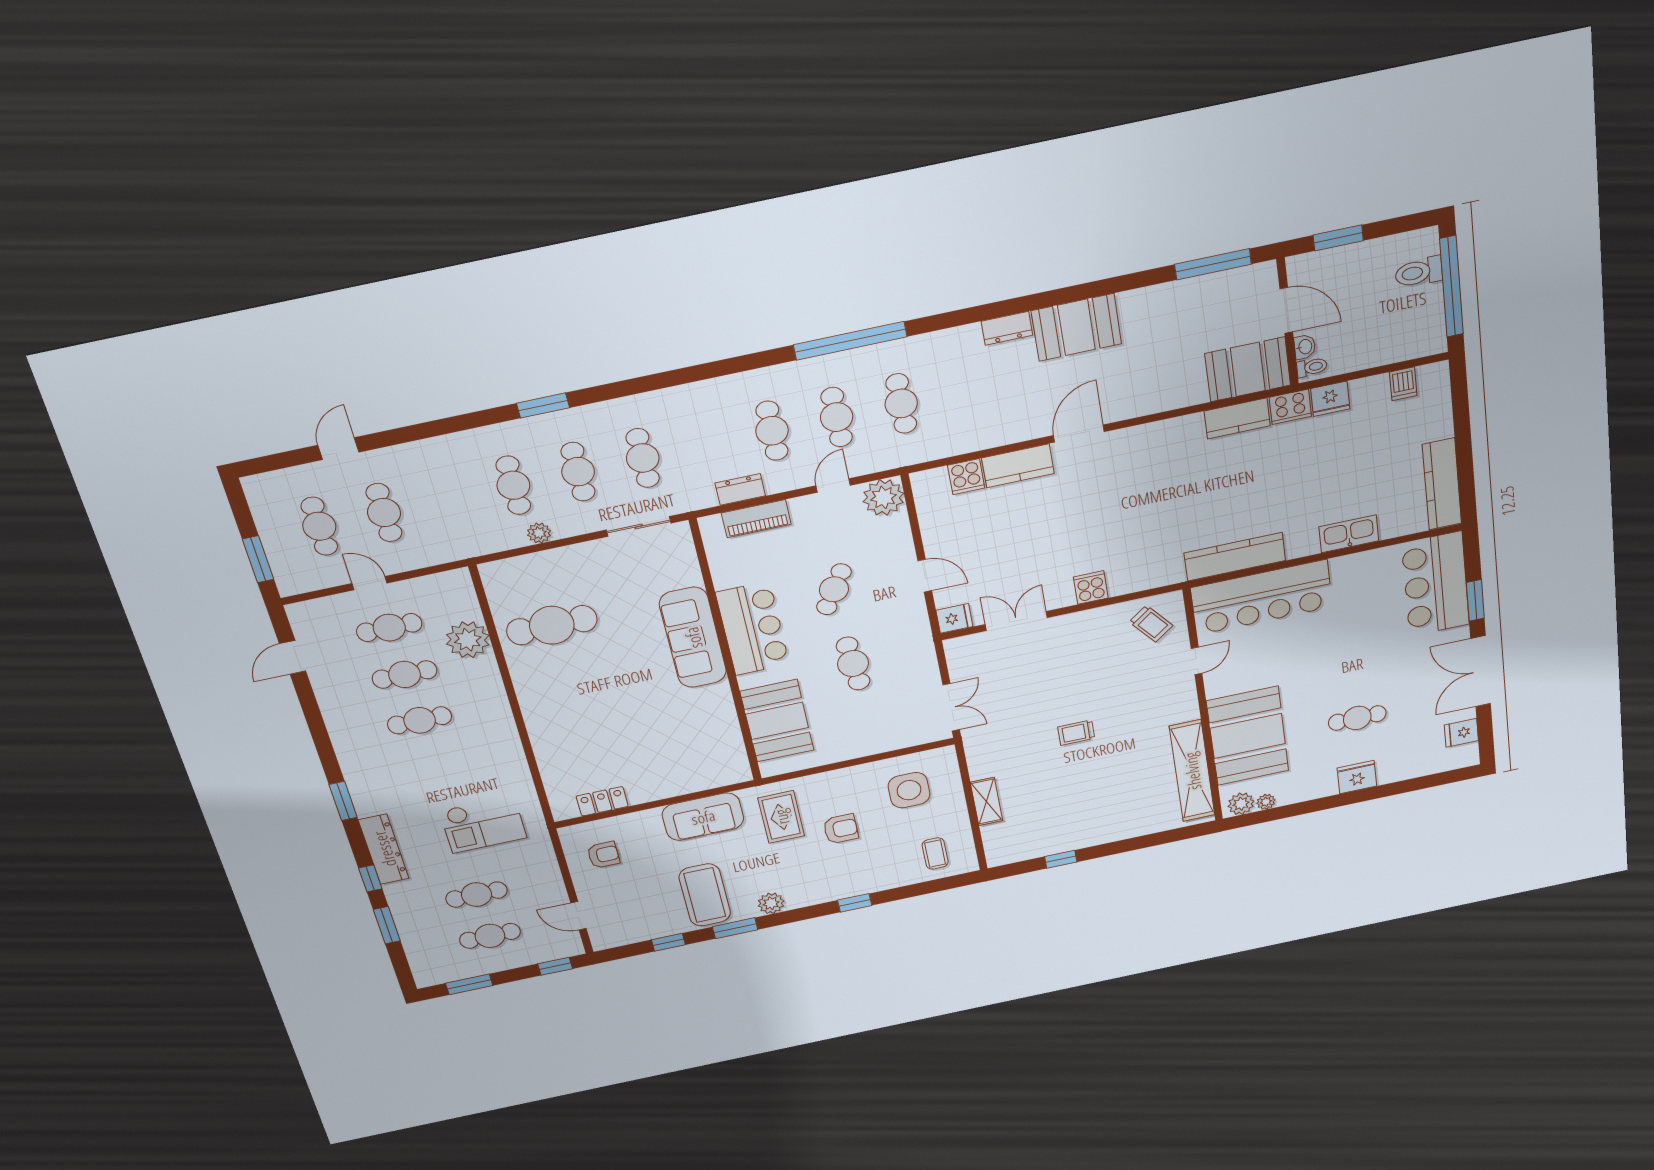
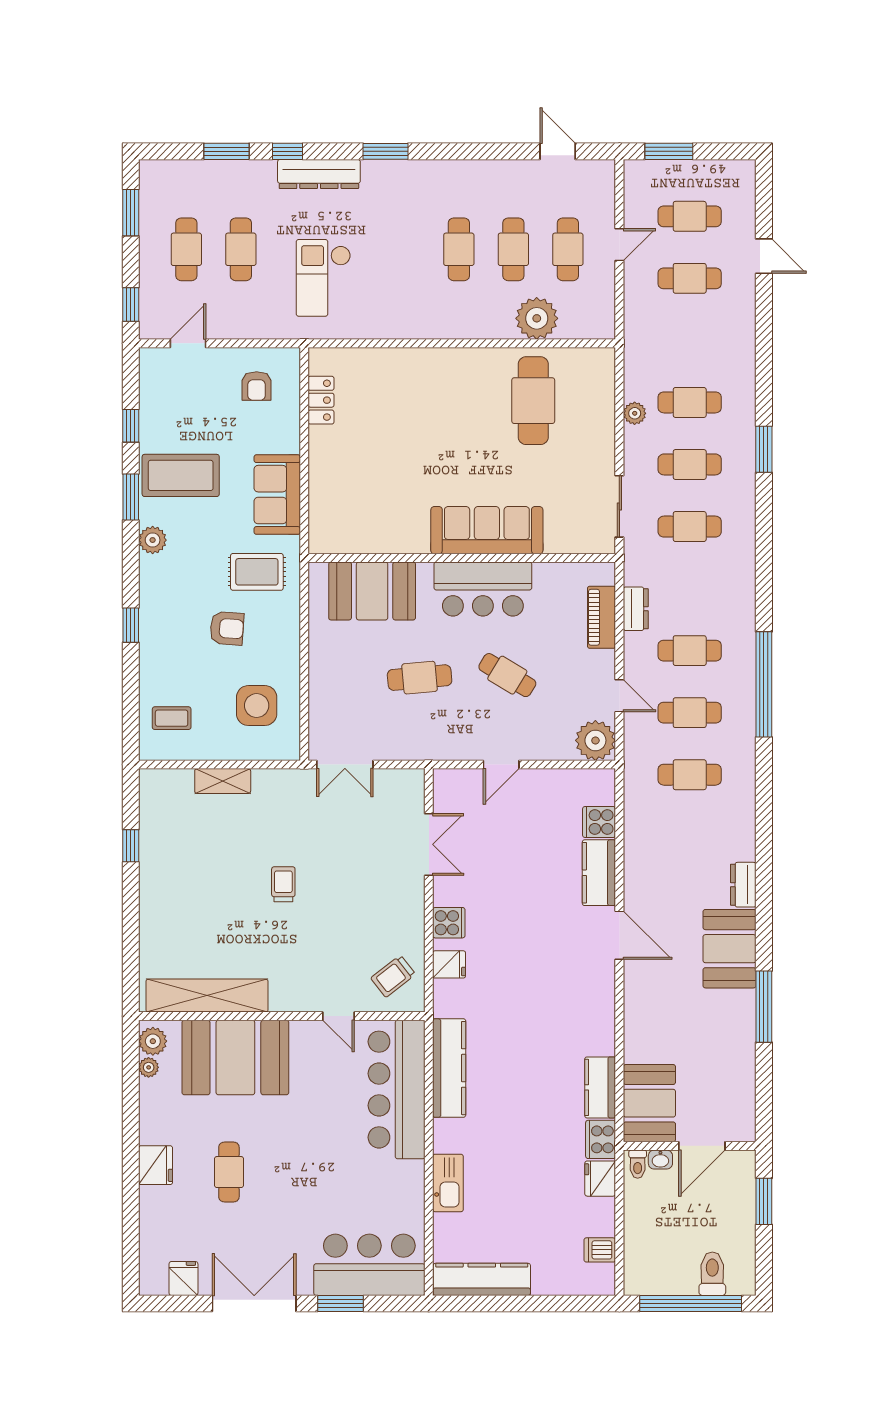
window: (1213, 264) -> (764, 1007), moved
window: (850, 341) -> (764, 684), moved
fridge: (954, 618) -> (449, 964), moved, turned -90
armchair: (841, 829) -> (227, 628), turned -86

